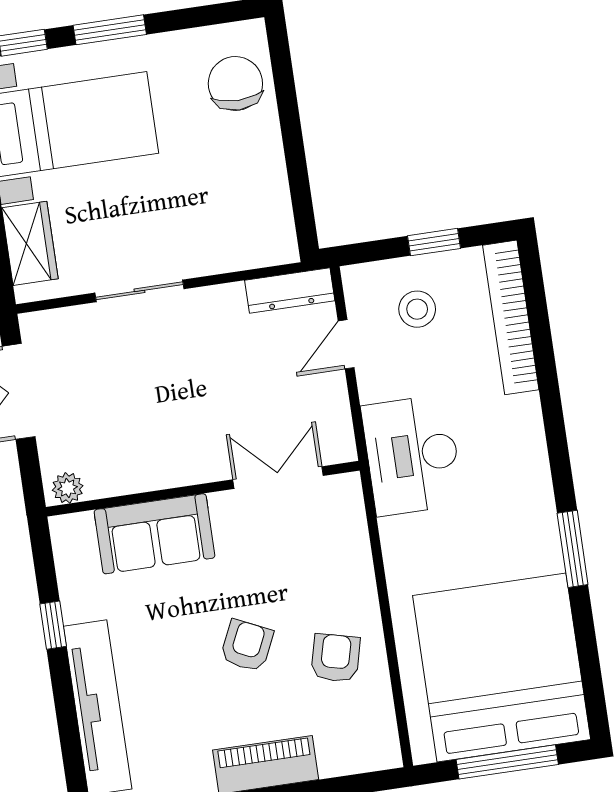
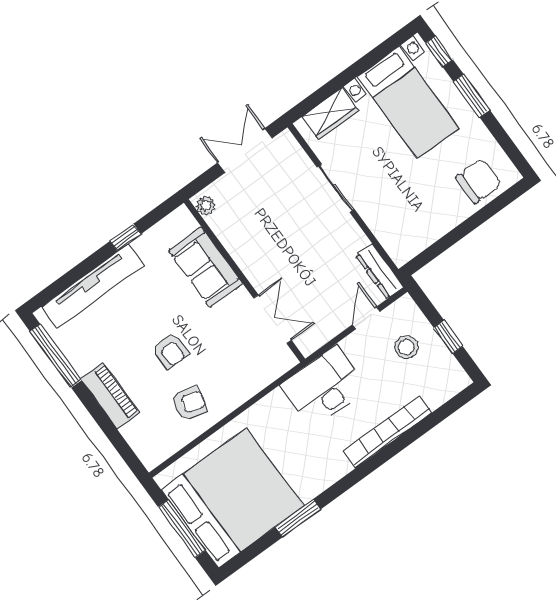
bookcase: (511, 317) -> (388, 432), moved
door: (346, 344) -> (366, 318), hinge flipped
window: (573, 549) -> (298, 518), moved
armchair: (247, 646) -> (170, 351), turned 65

